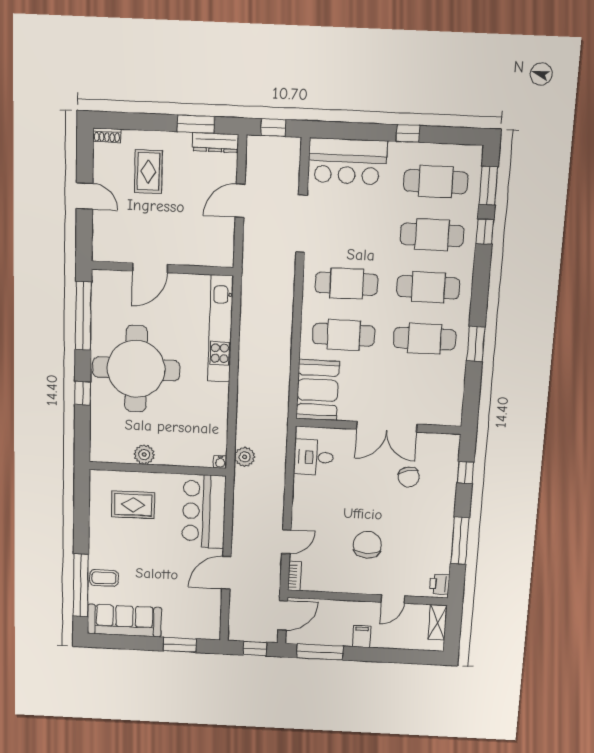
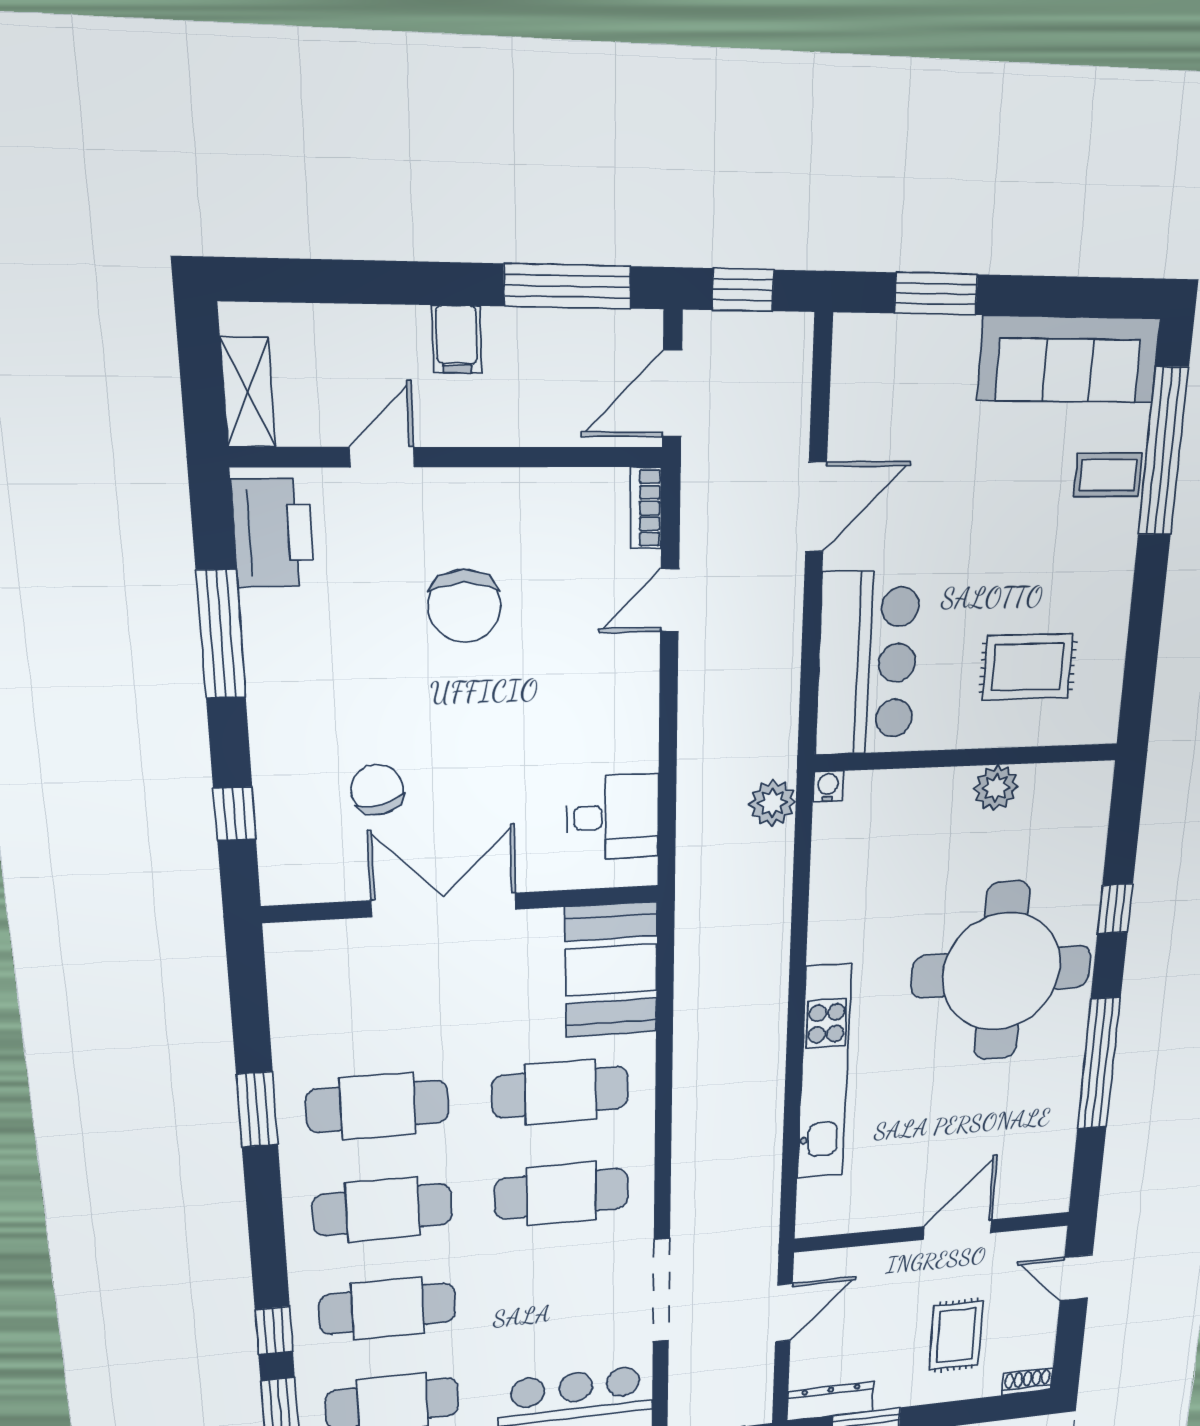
door: (150, 268) -> (958, 1230), moved
wall: (162, 268) -> (934, 1232), moved
printer: (440, 584) -> (273, 533), width x1.87, depth x1.48

